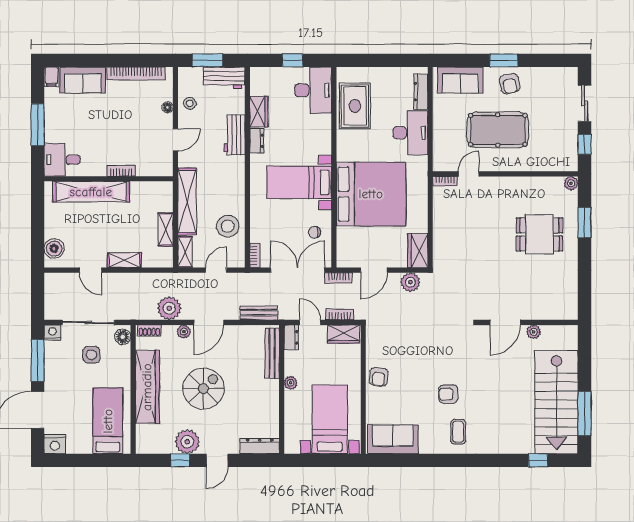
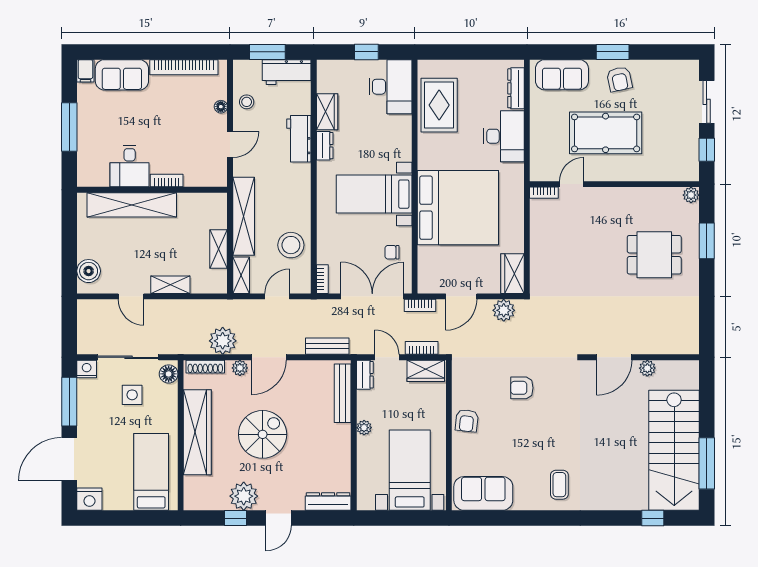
desk: (62, 160) -> (130, 166), moved, turned -90
shoe rack: (149, 330) -> (205, 367), width x1.43
armchair: (448, 394) -> (522, 388), moved

